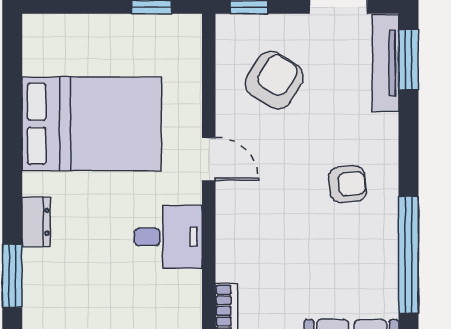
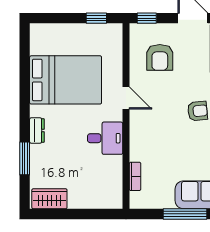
armchair: (274, 80) -> (160, 57), turned 148

